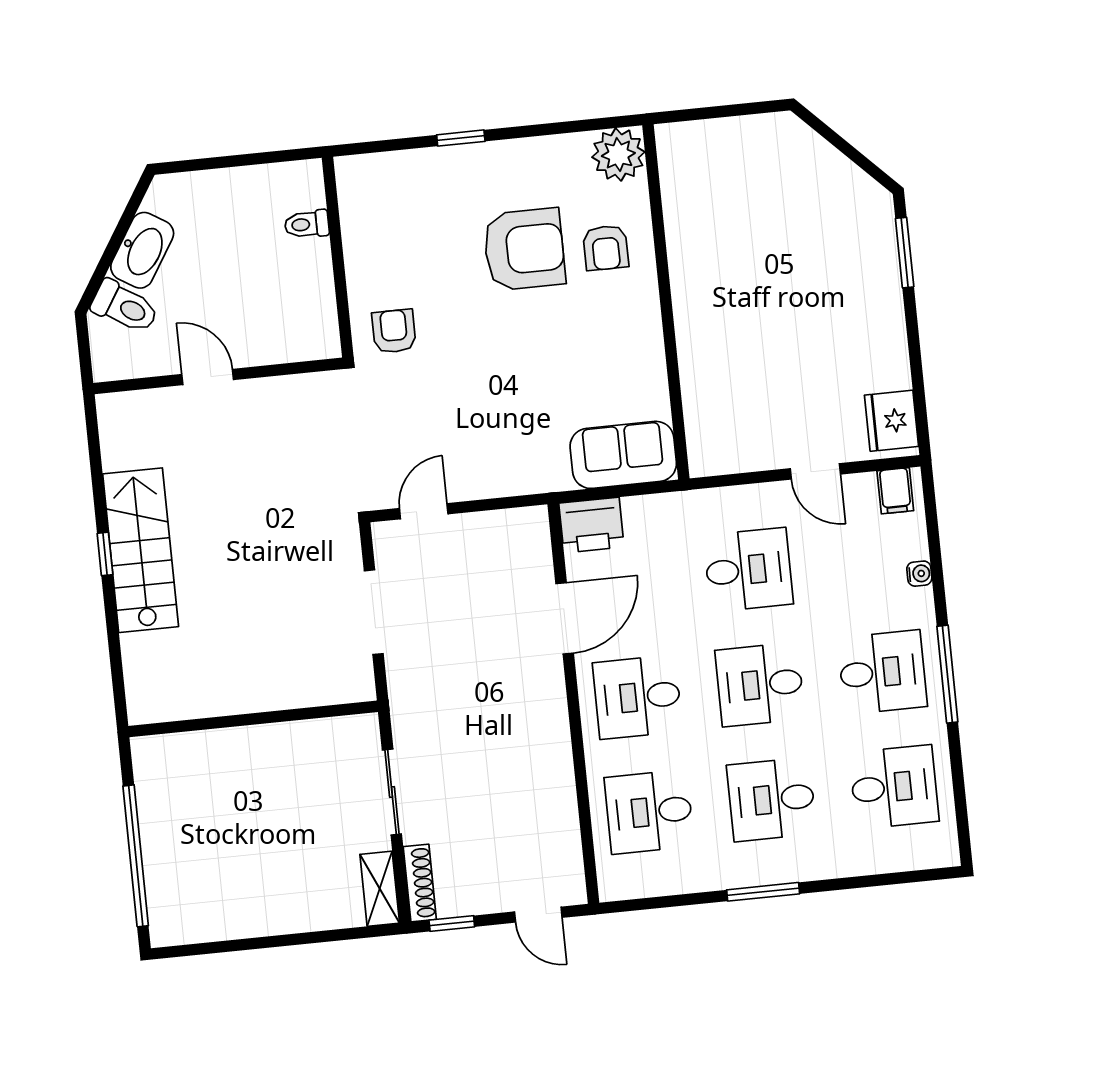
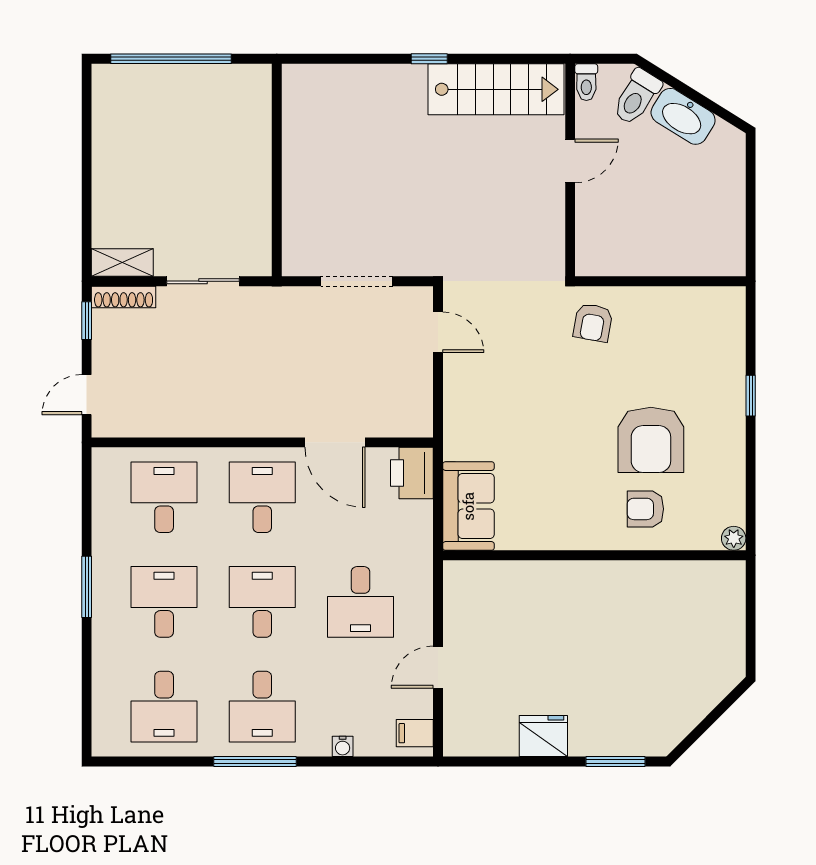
plant: (618, 155) -> (734, 538), width x0.53, depth x0.53
toilet: (307, 224) -> (586, 82), moved, turned 180
armchair: (394, 331) -> (593, 323), turned 100
fridge: (891, 421) -> (543, 736), moved
stairs: (141, 550) -> (496, 89), moved

